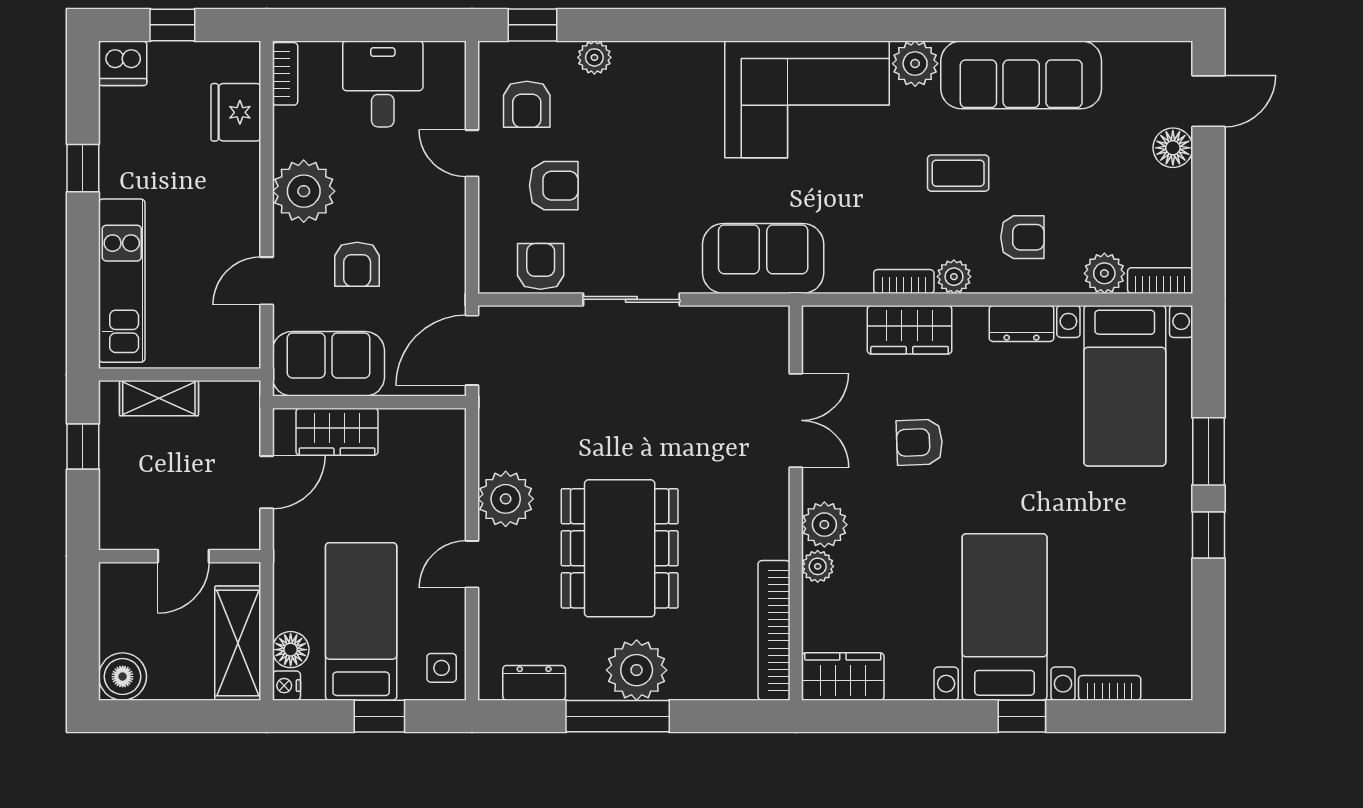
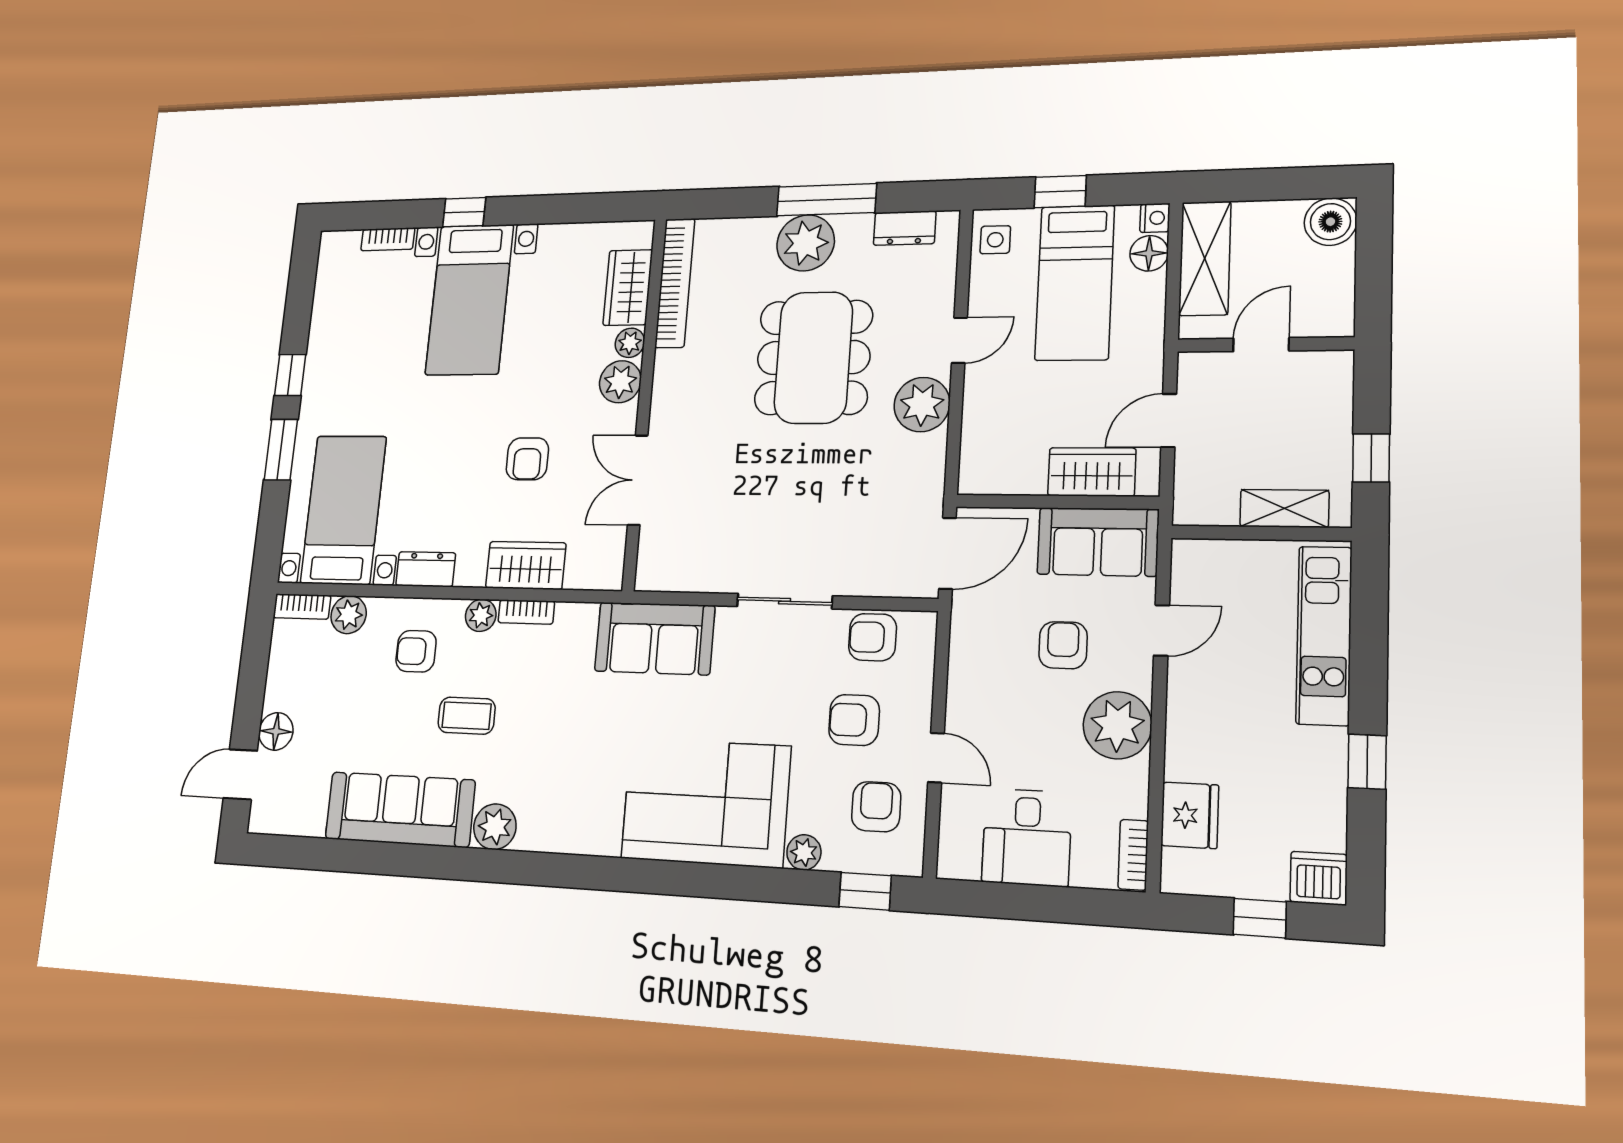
corner sofa: (807, 99) -> (706, 802), moved
armchair: (541, 266) -> (873, 637), turned 90
armchair: (919, 442) -> (527, 459), turned 92
wardrobe: (843, 676) -> (628, 287), moved, turned 90

